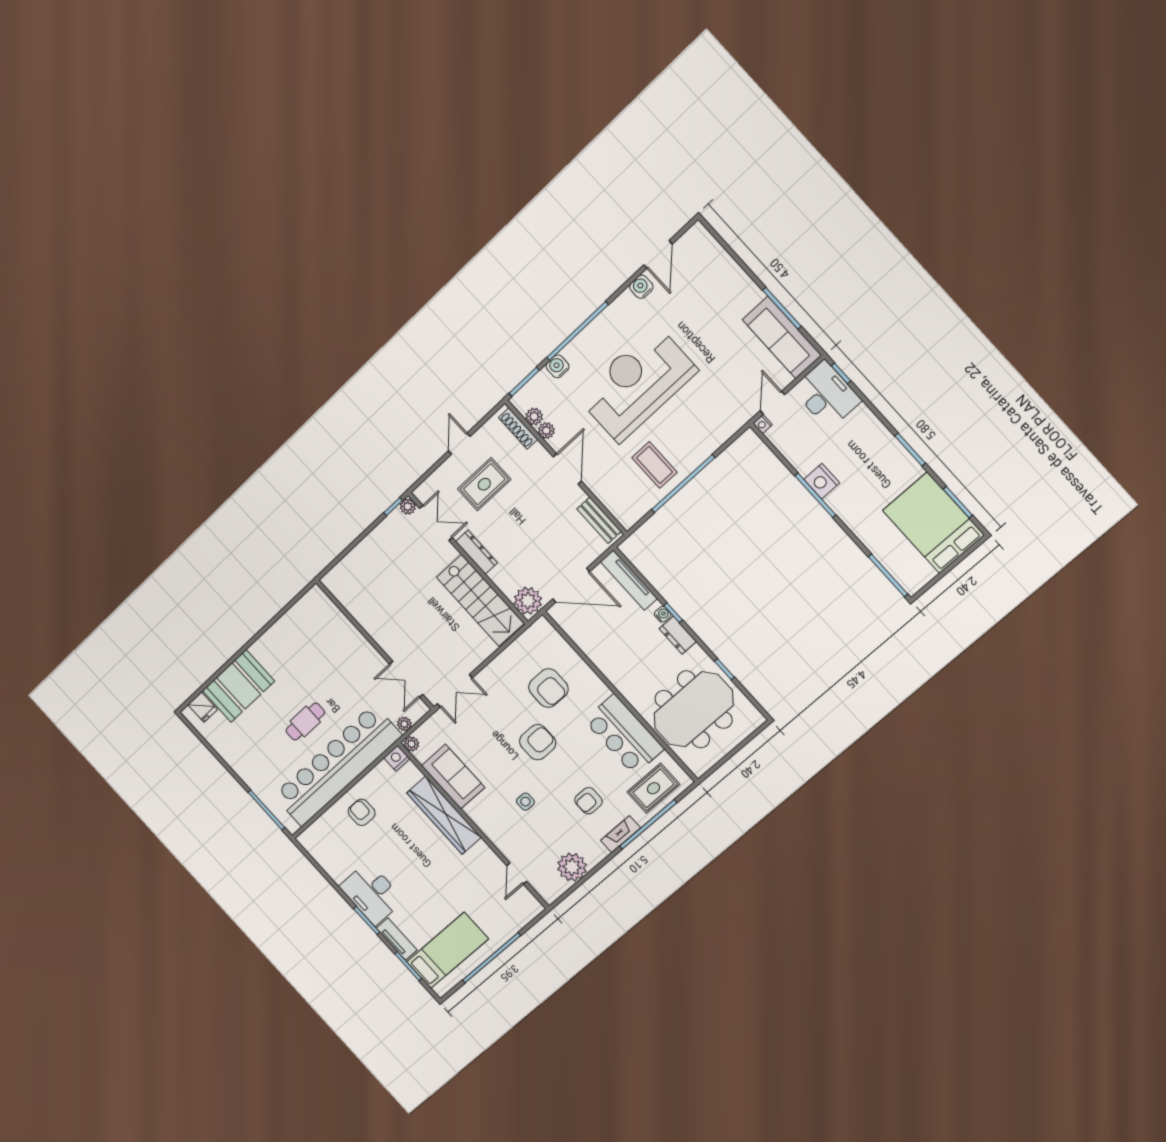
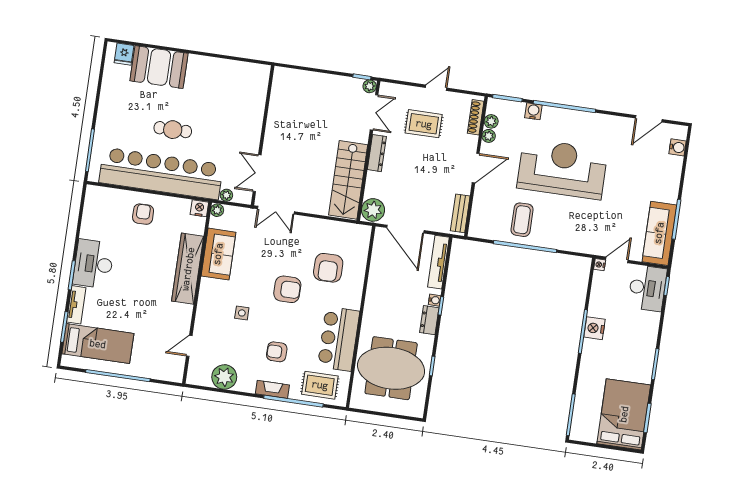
water cooler: (641, 287) -> (677, 147), moved, turned 90

